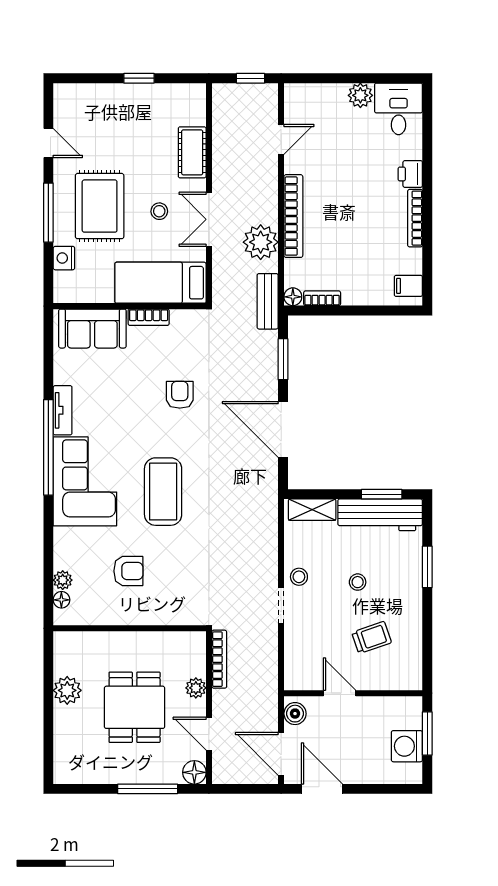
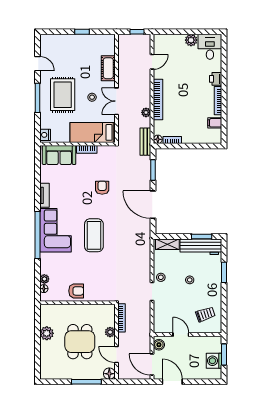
plant: (261, 242) -> (146, 112), width x0.53, depth x0.53
nightstand: (64, 258) -> (45, 135), moved
filing cabinet: (408, 286) -> (215, 123), moved
window: (48, 447) -> (37, 235), moved
armchair: (128, 571) -> (76, 291), moved
trolley: (372, 637) -> (205, 314), moved

